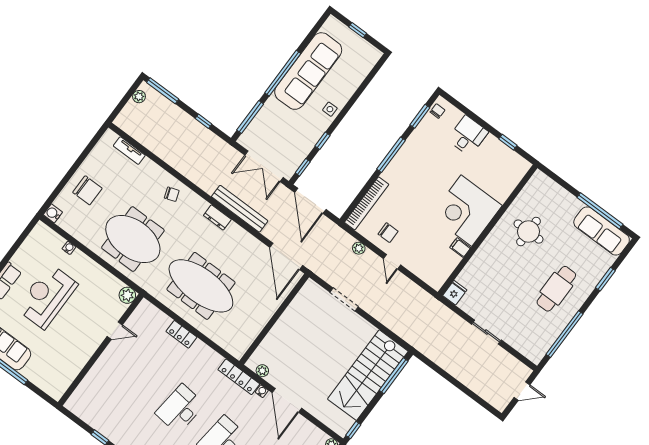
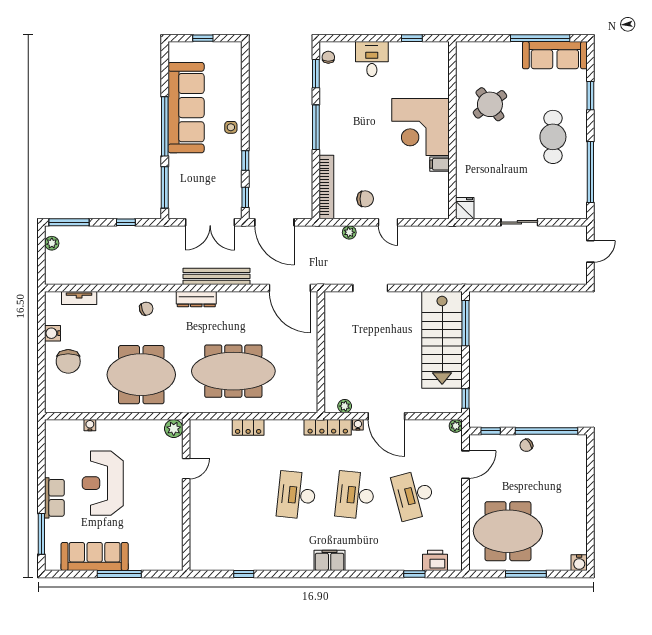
chair: (87, 190) -> (68, 361), turned 90
water cooler: (53, 213) -> (53, 333), moved
dresser: (217, 217) -> (196, 299), width x1.44
round table: (529, 232) -> (490, 104), turned -37

